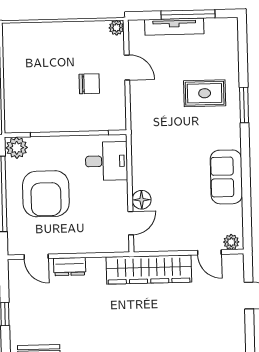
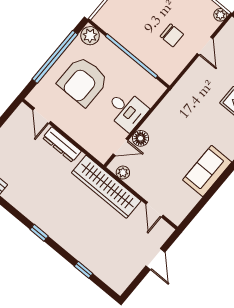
desk: (106, 161) -> (126, 110), moved
plant: (231, 242) -> (123, 173), moved
dresser: (70, 267) -> (62, 145), width x1.44

